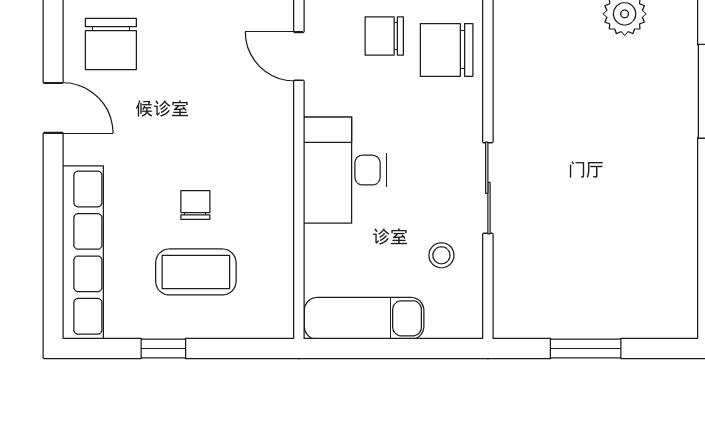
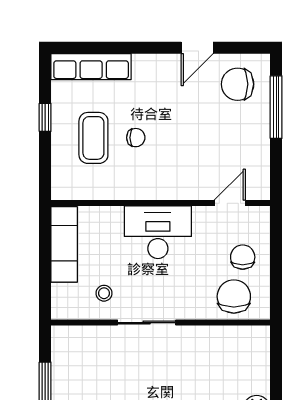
row of seats: (83, 253) -> (91, 67), width x0.73

